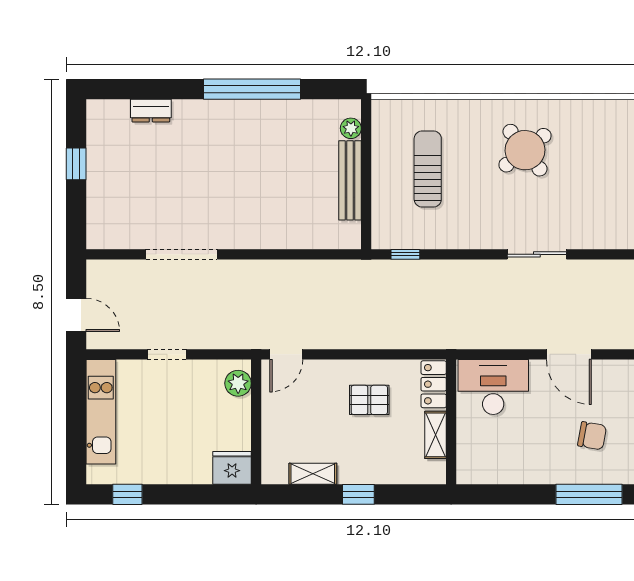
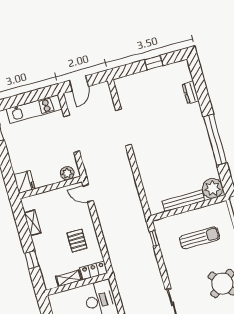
plant: (351, 128) -> (212, 188), width x1.88, depth x1.88
doorway: (167, 354) -> (72, 134), width x1.88
window: (358, 494) -> (32, 260), moved

